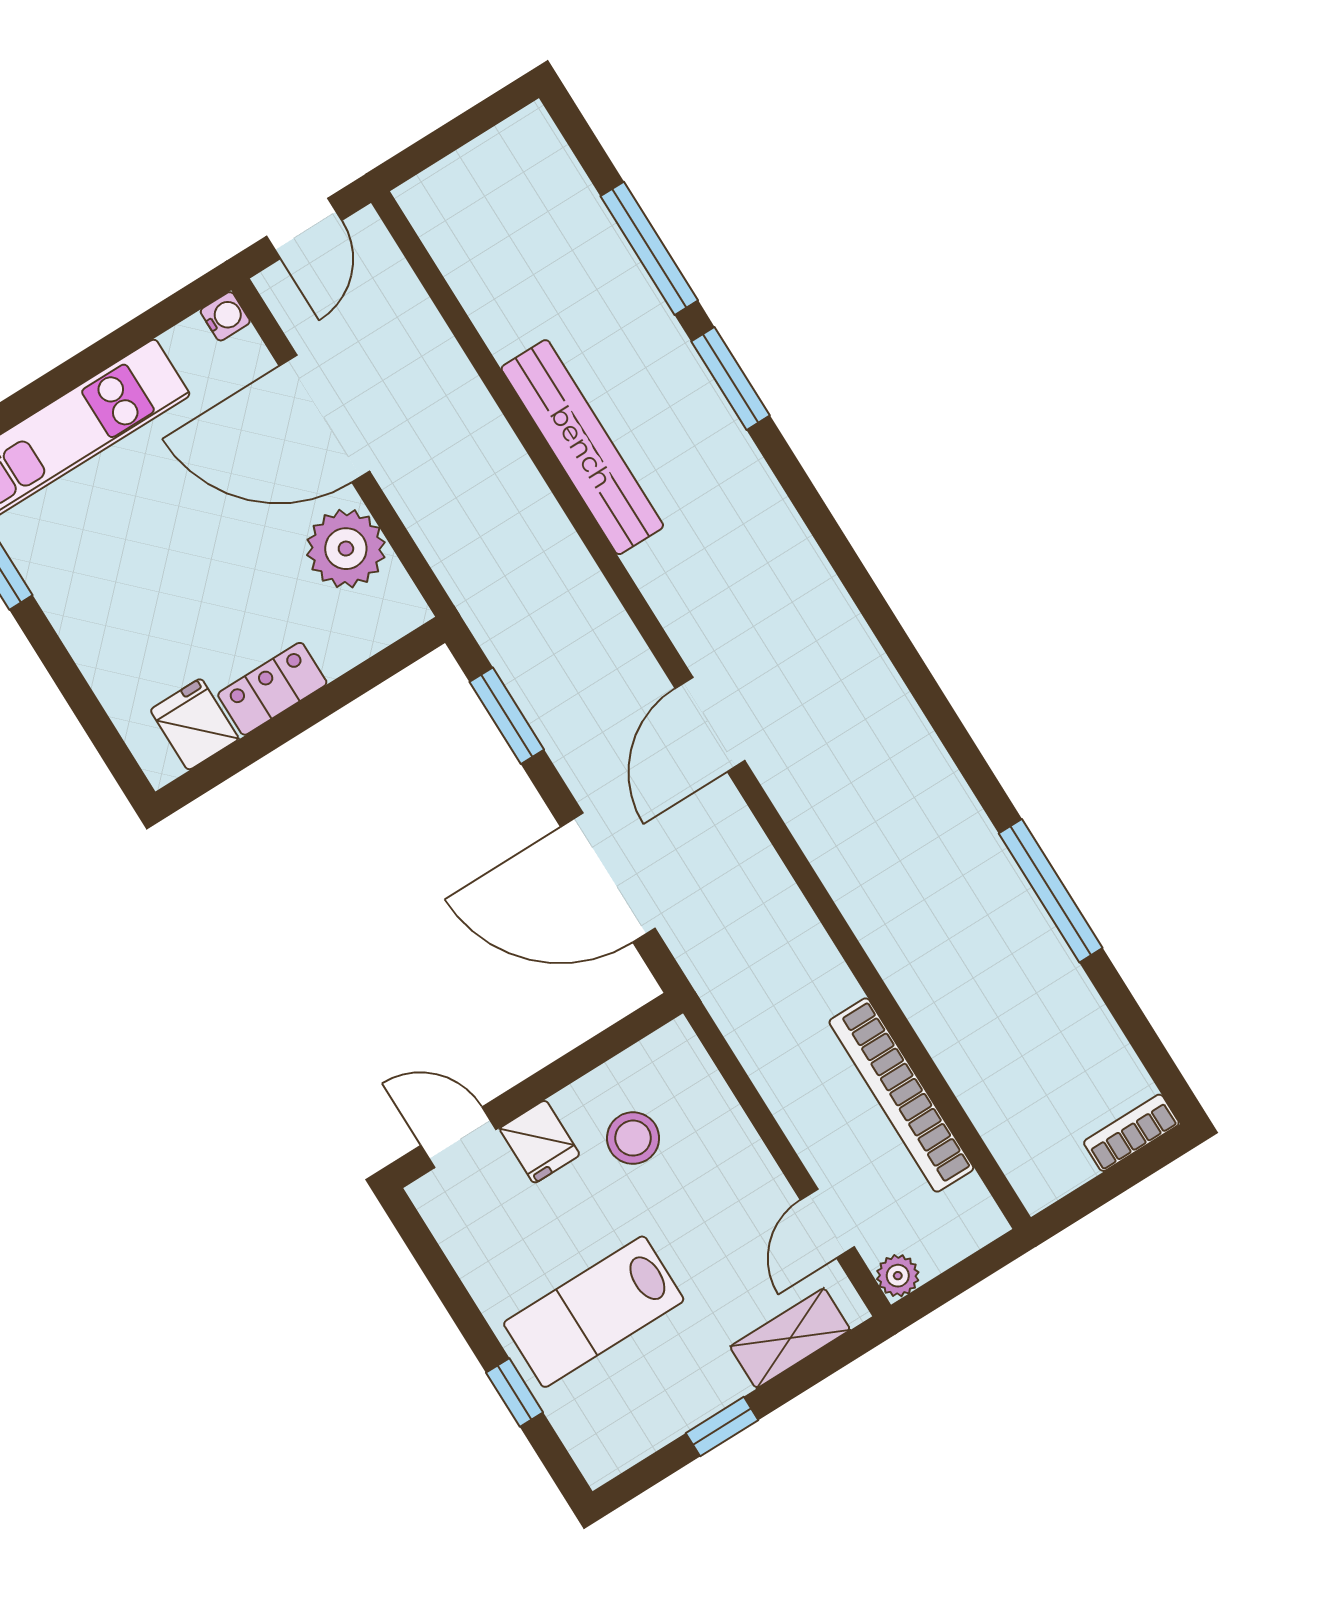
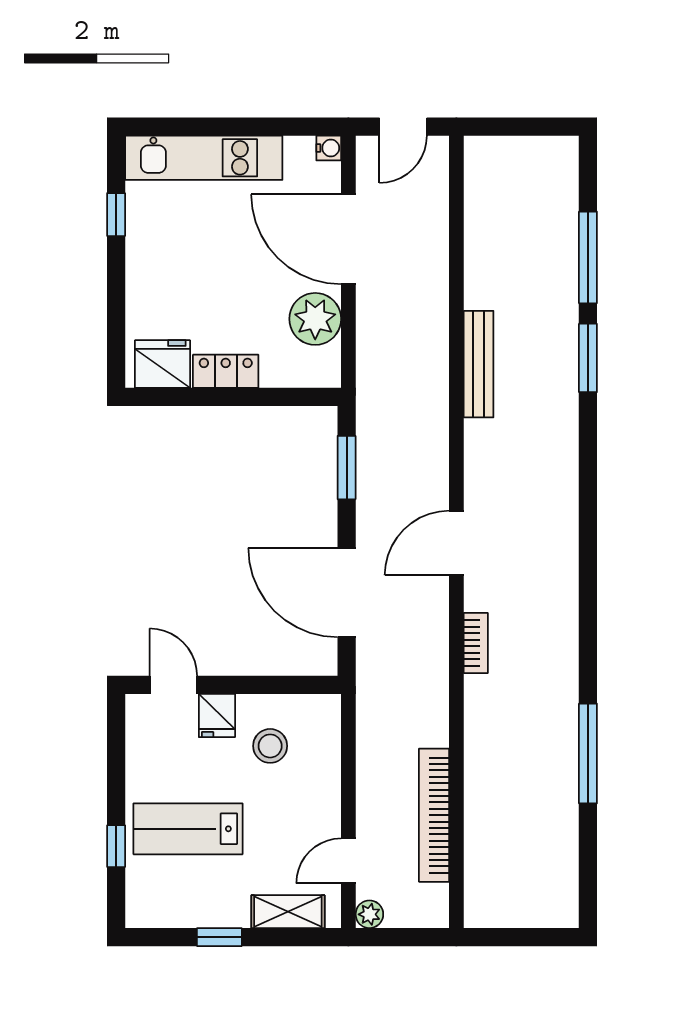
bench: (582, 447) -> (479, 364), width x0.73, depth x0.82
fridge: (195, 724) -> (163, 364), width x1.38
bookcase: (1131, 1133) -> (476, 643), moved, turned 90

